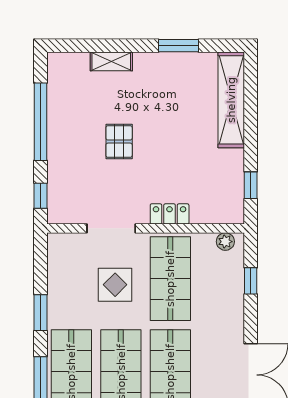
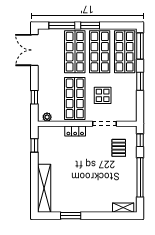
shelving: (111, 61) -> (123, 208), moved
pallet: (119, 142) -> (119, 148), moved

